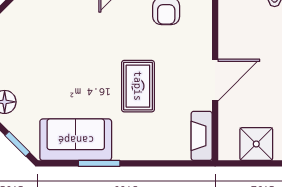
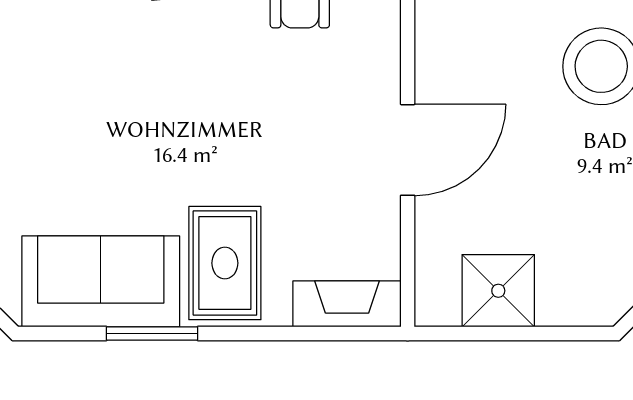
rug: (138, 86) -> (225, 263), moved
fireplace: (202, 136) -> (347, 304), moved, turned 90

